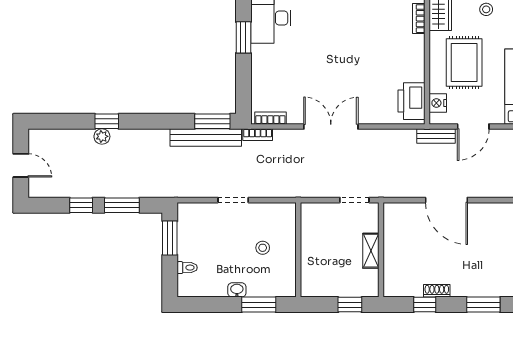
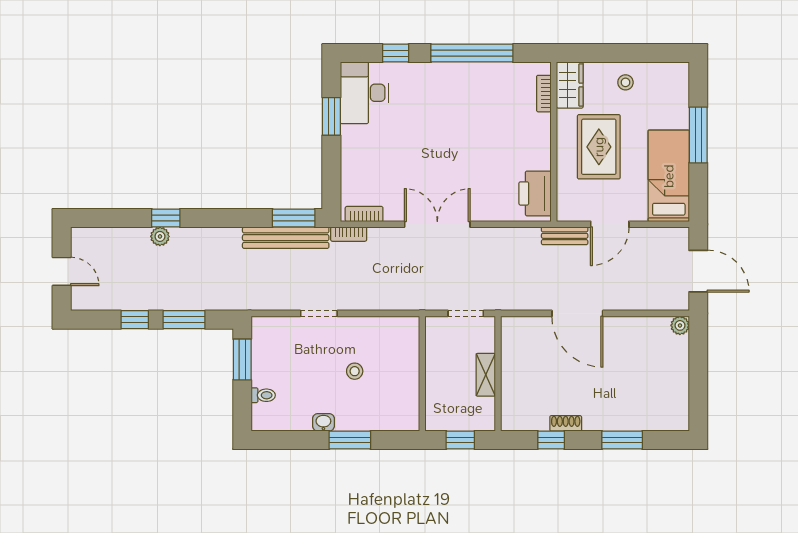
nightstand: (438, 103) -> (567, 196), removed
wall: (298, 250) -> (422, 374), moved

